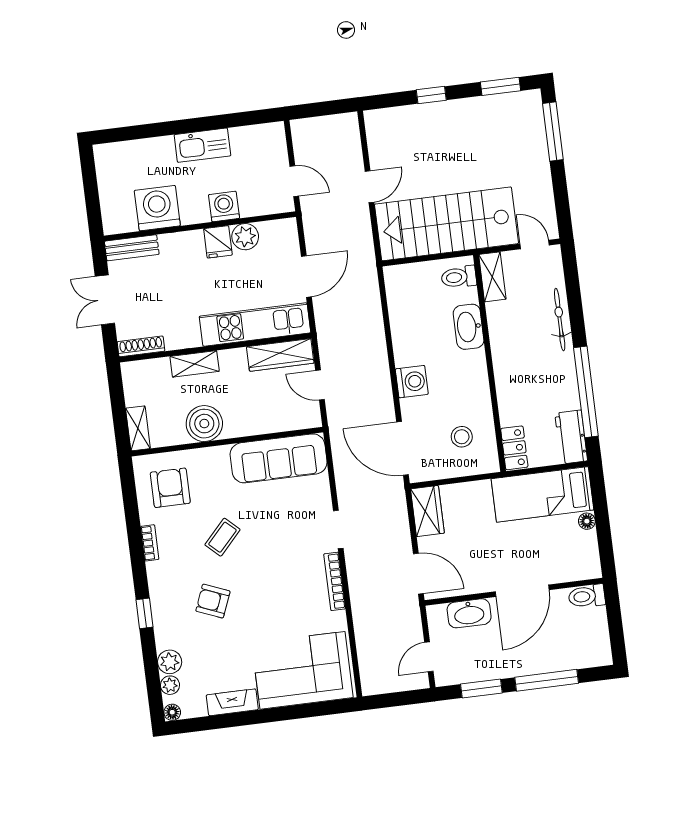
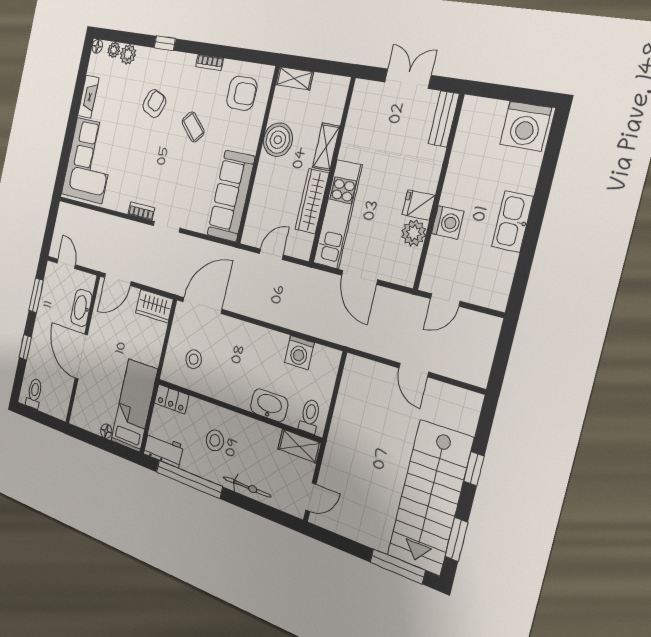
washing machine: (157, 208) -> (525, 126), moved, turned 90
stairs: (446, 224) -> (430, 497), moved, turned 180
shoe rack: (141, 346) -> (357, 101), removed
wardrobe: (280, 355) -> (312, 201), moved
stool: (532, 376) -> (215, 440), added
washing machine: (412, 382) -> (299, 353), moved
bookcase: (335, 581) -> (141, 211), width x0.64
toilet: (587, 596) -> (34, 393), moved
window: (547, 680) -> (25, 347), width x0.46

